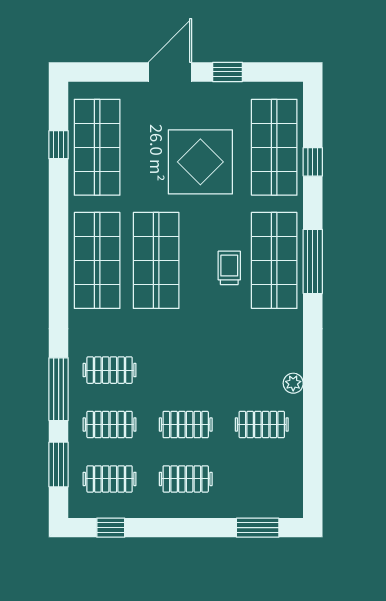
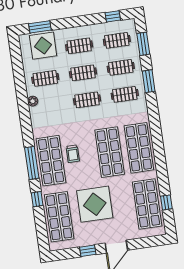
window: (313, 162) -> (37, 199), moved
clothes rail: (186, 370) -> (87, 100), added
window: (59, 389) -> (149, 81), width x0.69
display table: (257, 490) -> (43, 46), added

